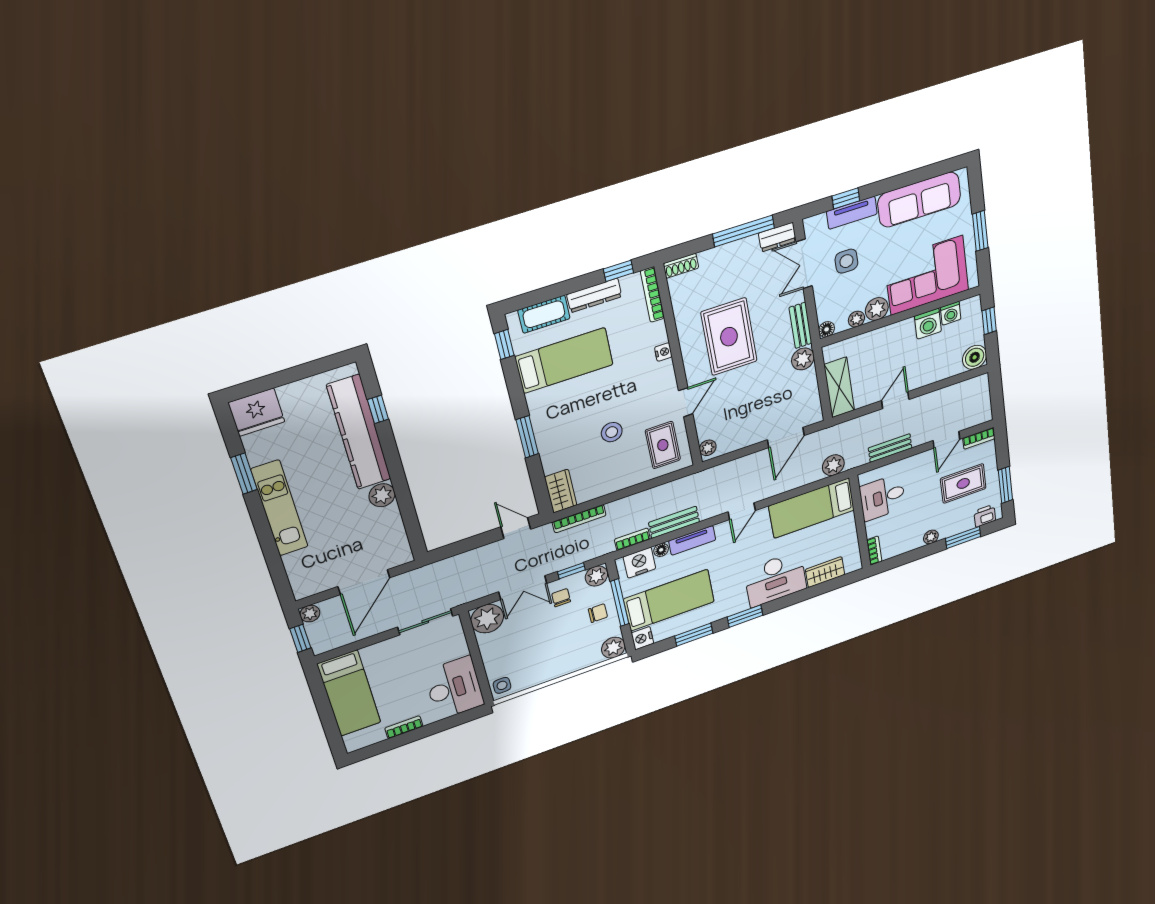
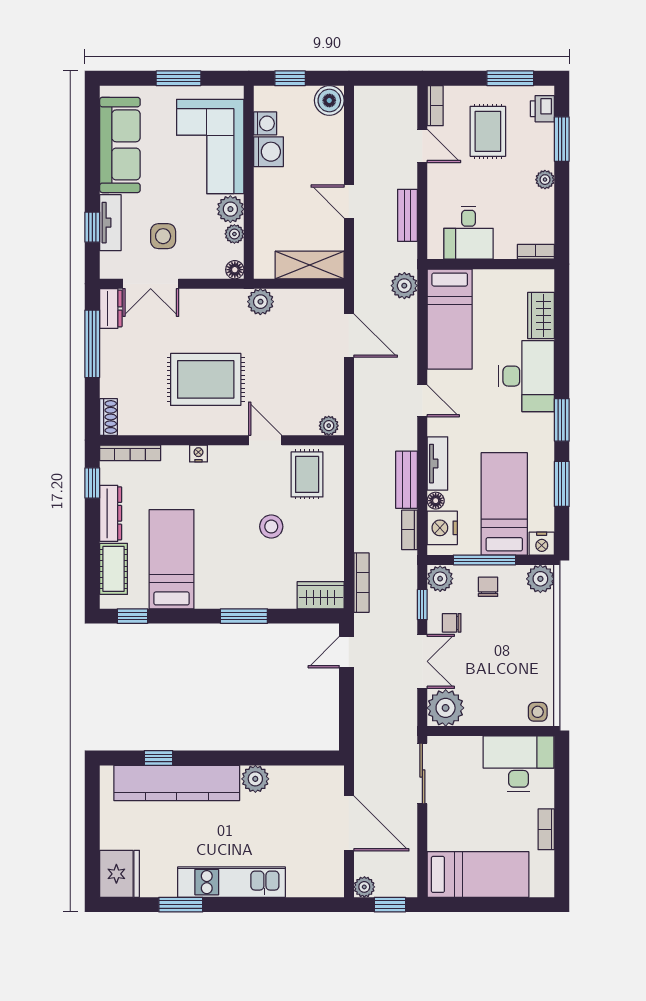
bench: (801, 325) -> (220, 298), removed
rug: (663, 445) -> (307, 474), turned 90

